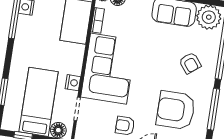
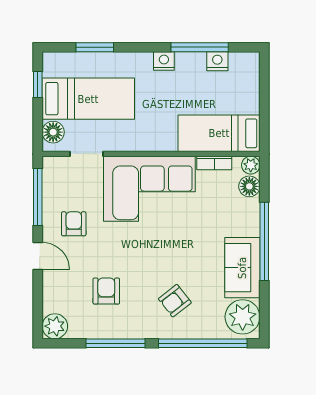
nightstand: (73, 83) -> (164, 61), moved, turned 180
armchair: (176, 110) -> (106, 291), width x0.53, depth x0.53

